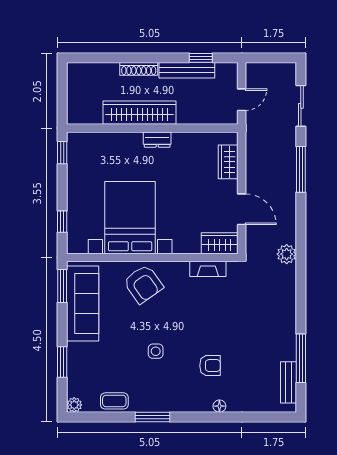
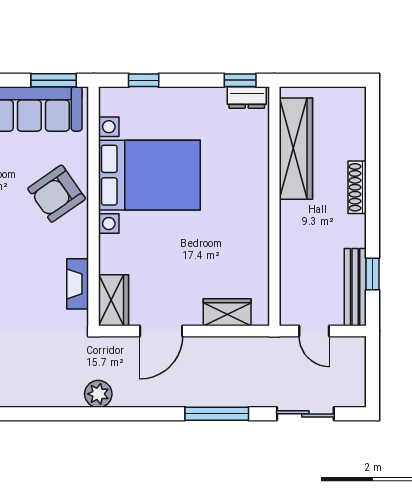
bench: (187, 70) -> (355, 287), moved
wardrobe: (140, 113) -> (296, 149), moved
dresser: (157, 140) -> (247, 97), moved, turned -90

